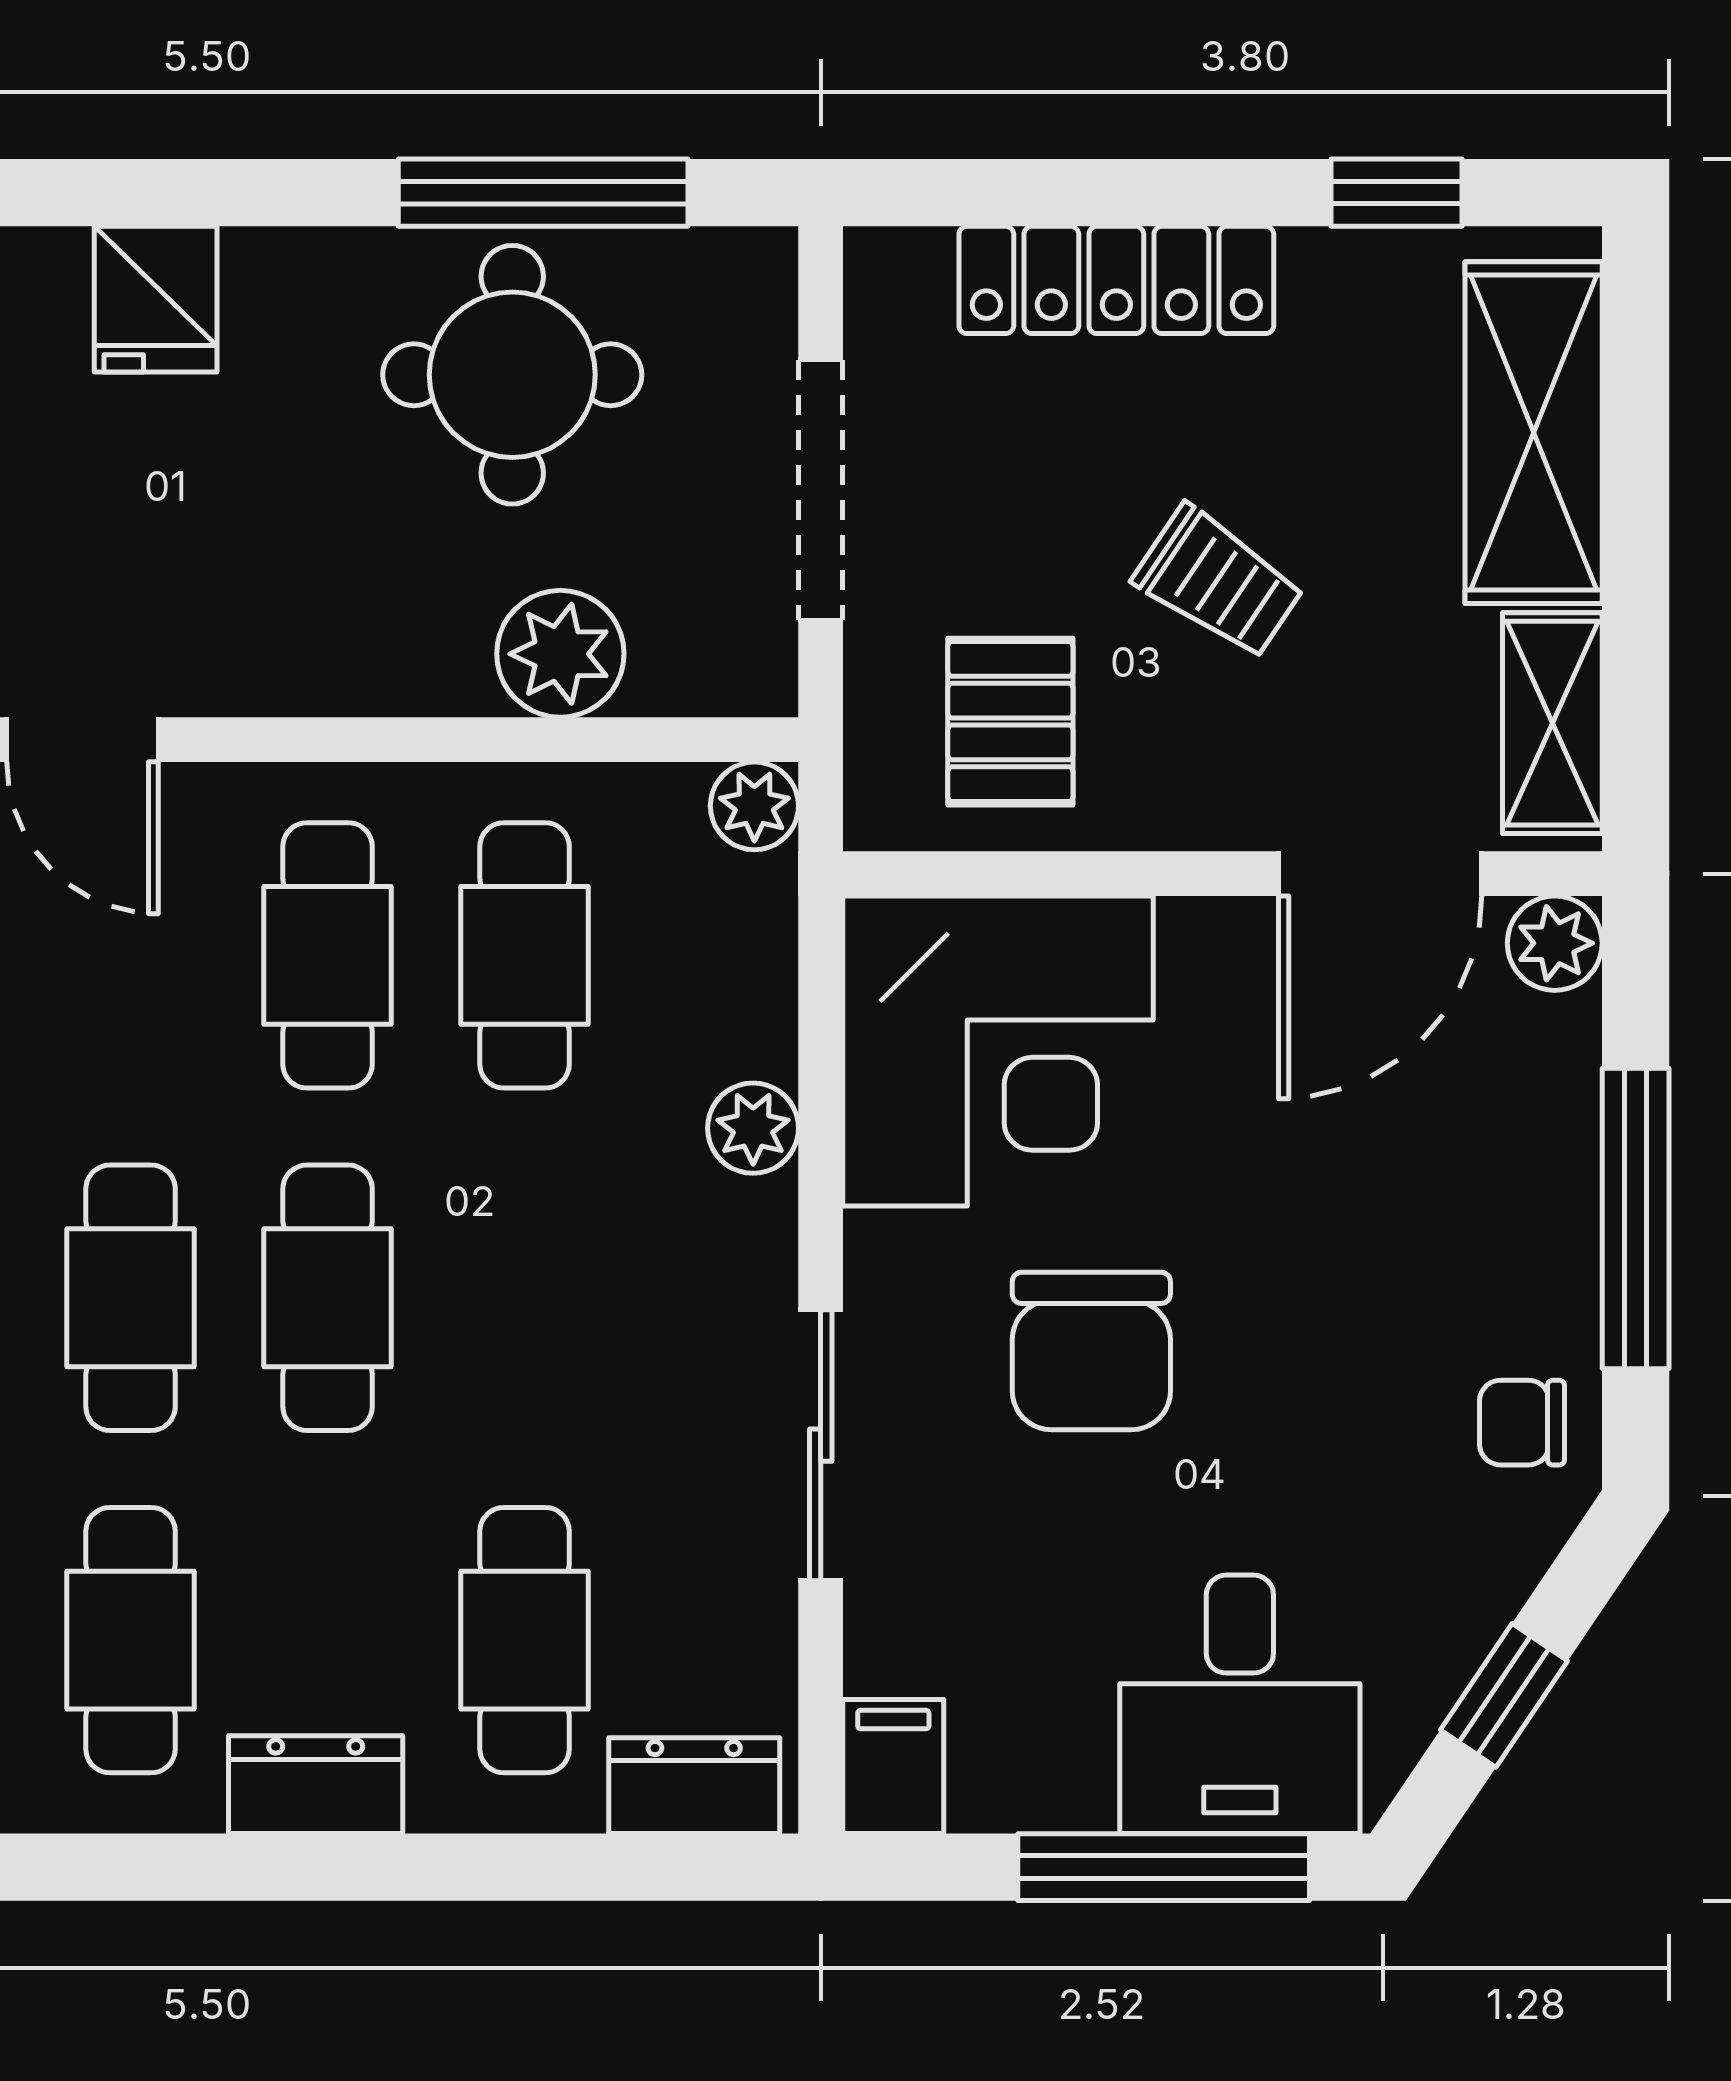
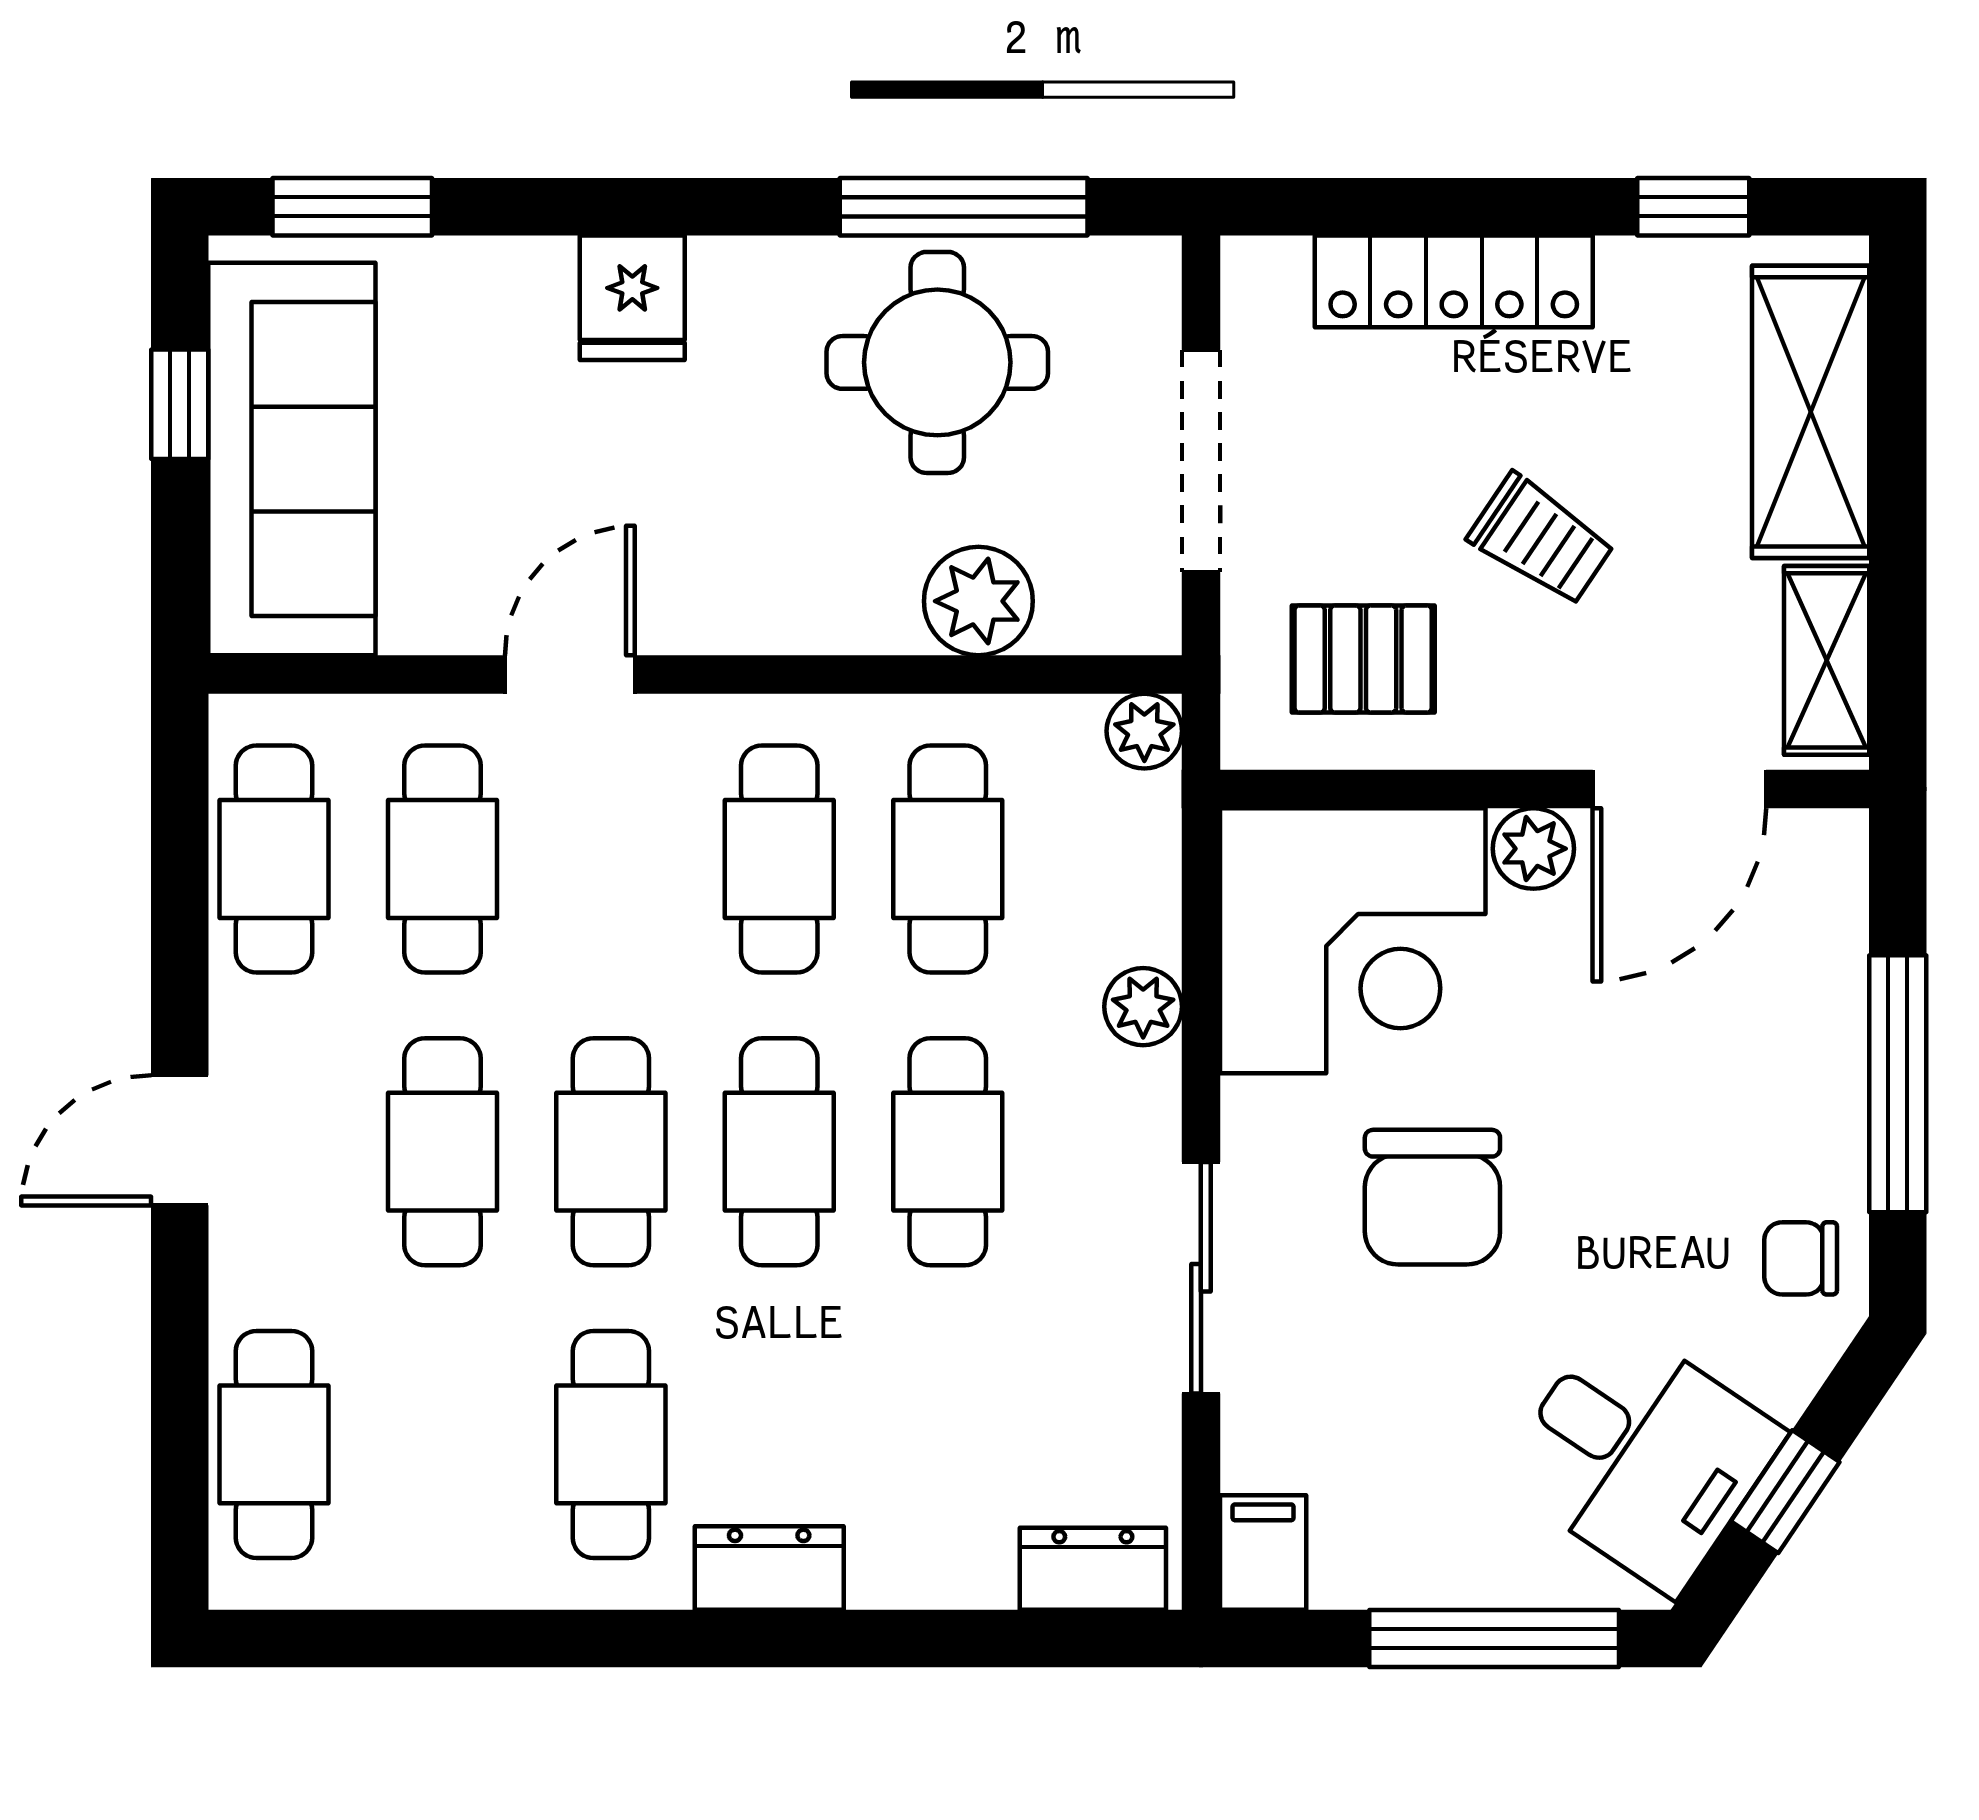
pallet: (1010, 722) -> (1363, 659), turned 90
door: (83, 740) -> (570, 674), swing flipped
plant: (1555, 943) -> (1533, 849), moved
cafe table: (525, 1640) -> (948, 1152), moved
desk: (1240, 1704) -> (1642, 1456), moved, turned -56

